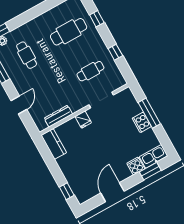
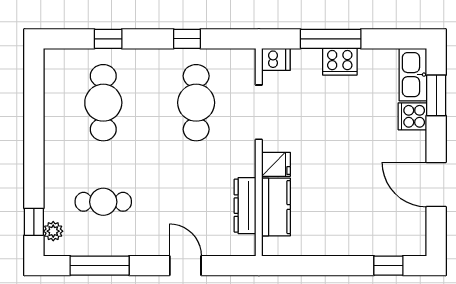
cafe table: (90, 71) -> (196, 103), width x1.37, depth x1.35
dishwasher: (128, 95) -> (276, 59), added
kitchen counter: (54, 144) -> (276, 207), moved, turned 90

